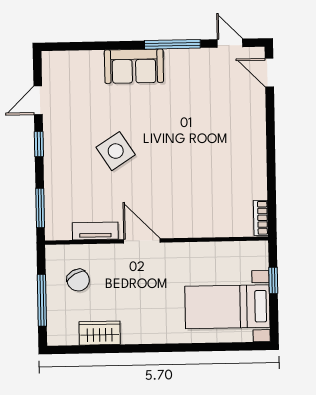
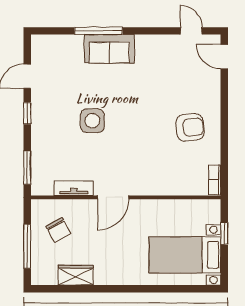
window: (172, 44) -> (98, 31), moved
side table: (116, 151) -> (92, 121), turned 33
armchair: (231, 157) -> (190, 127), added
door: (142, 241) -> (113, 197), swing flipped

